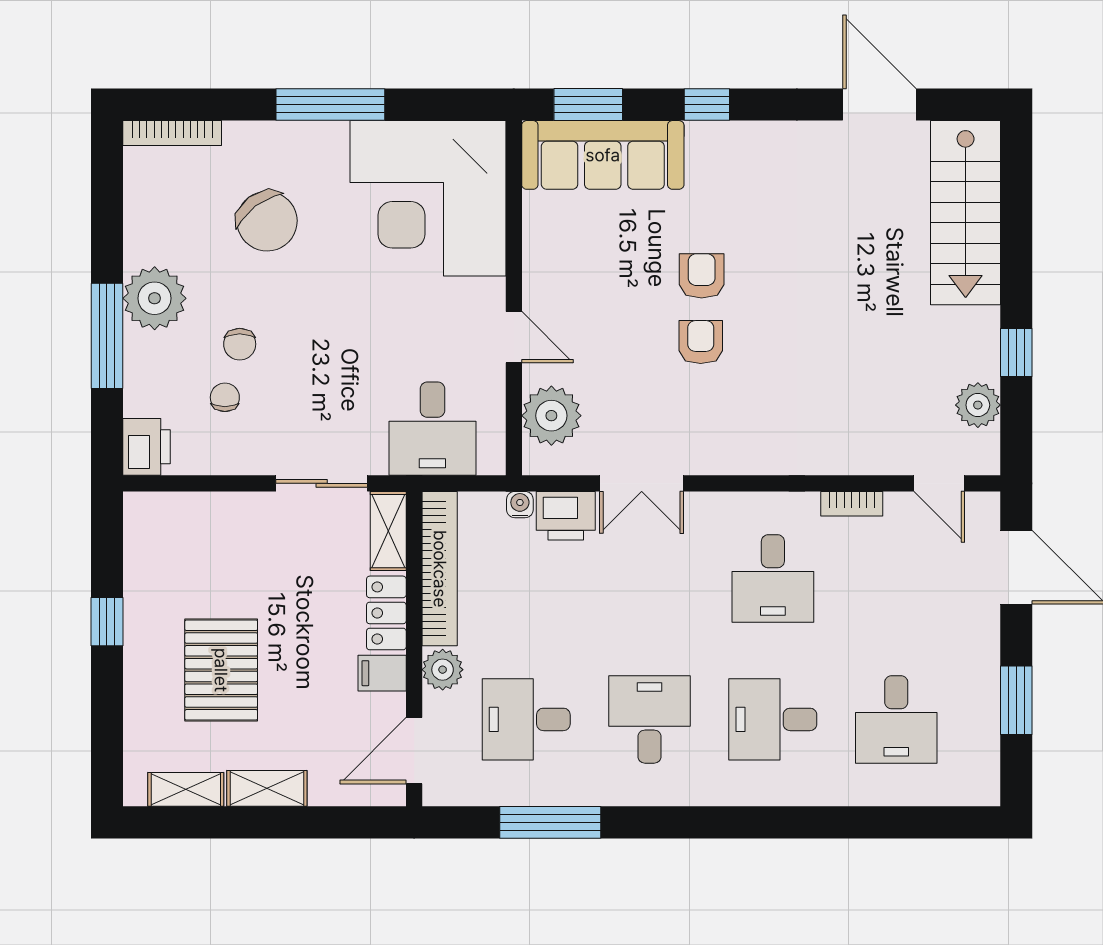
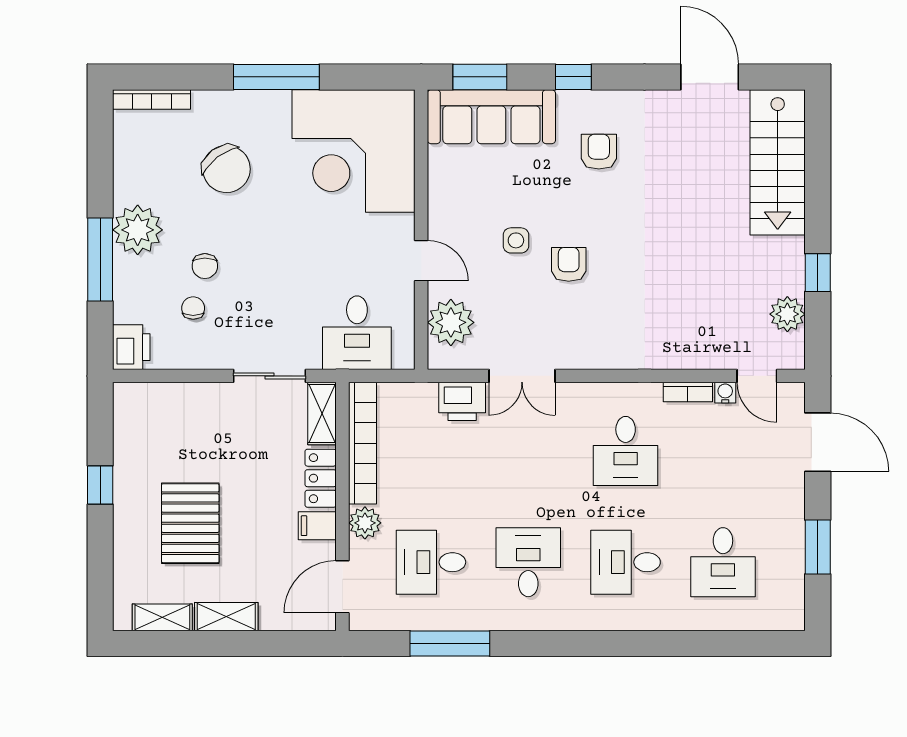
armchair: (702, 276) -> (599, 152), moved
side table: (634, 312) -> (516, 240), added
water cooler: (520, 505) -> (725, 393), moved

